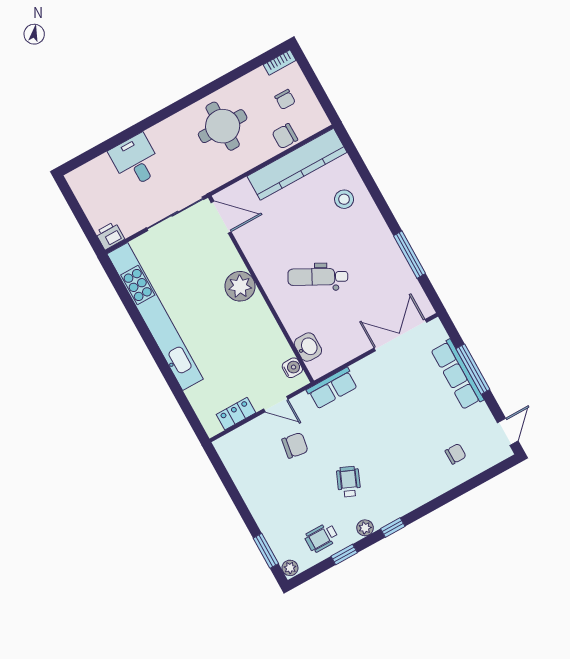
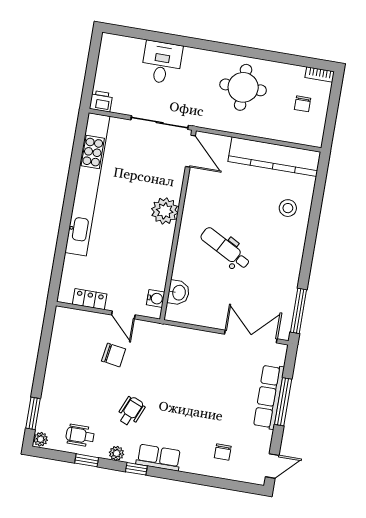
chair: (285, 136) -> (282, 130), removed
window: (410, 255) -> (298, 311), moved
row of seats: (332, 388) -> (159, 457), moved, turned 180
chair: (456, 454) -> (223, 452), turned 90

